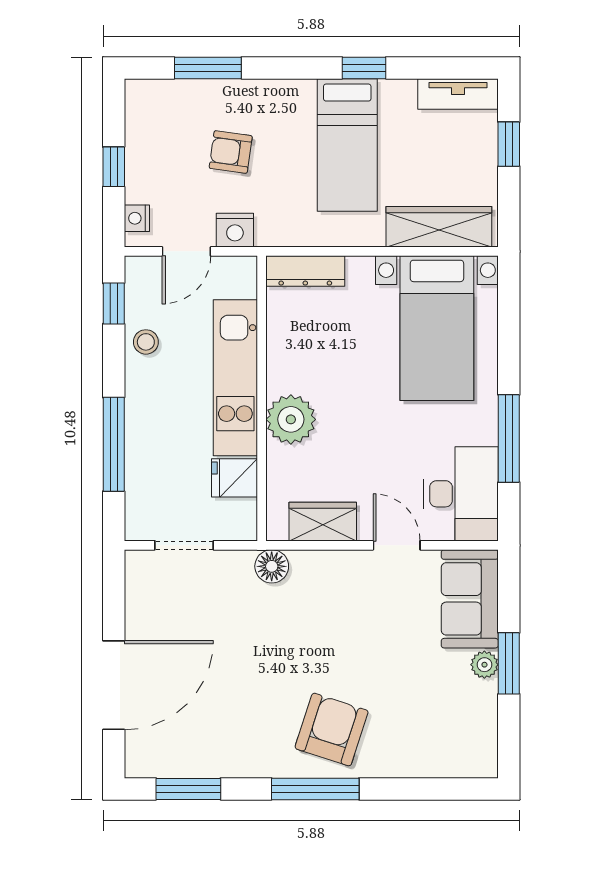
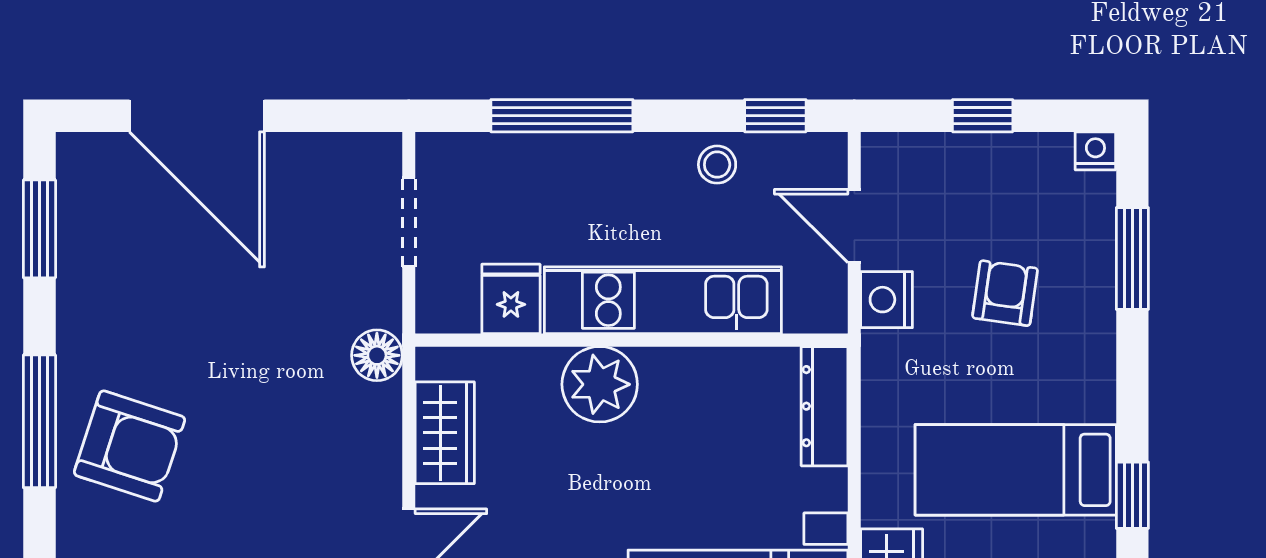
nightstand: (137, 218) -> (1095, 151), moved

